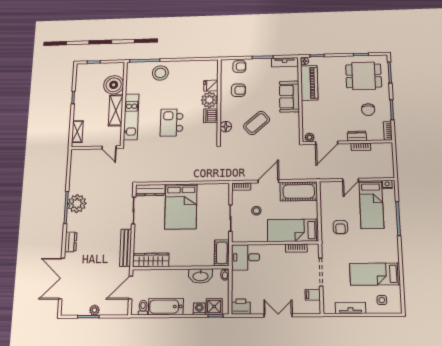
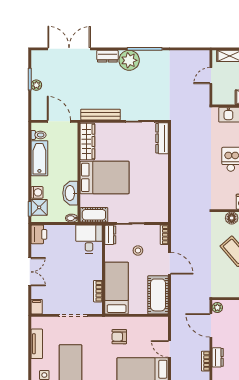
door: (109, 147) -> (211, 76), moved
plant: (77, 204) -> (129, 60), moved
bed: (181, 206) -> (105, 177), moved, turned 180
dresser: (241, 237) -> (110, 235), added
filing cabinet: (313, 295) -> (37, 307), moved

